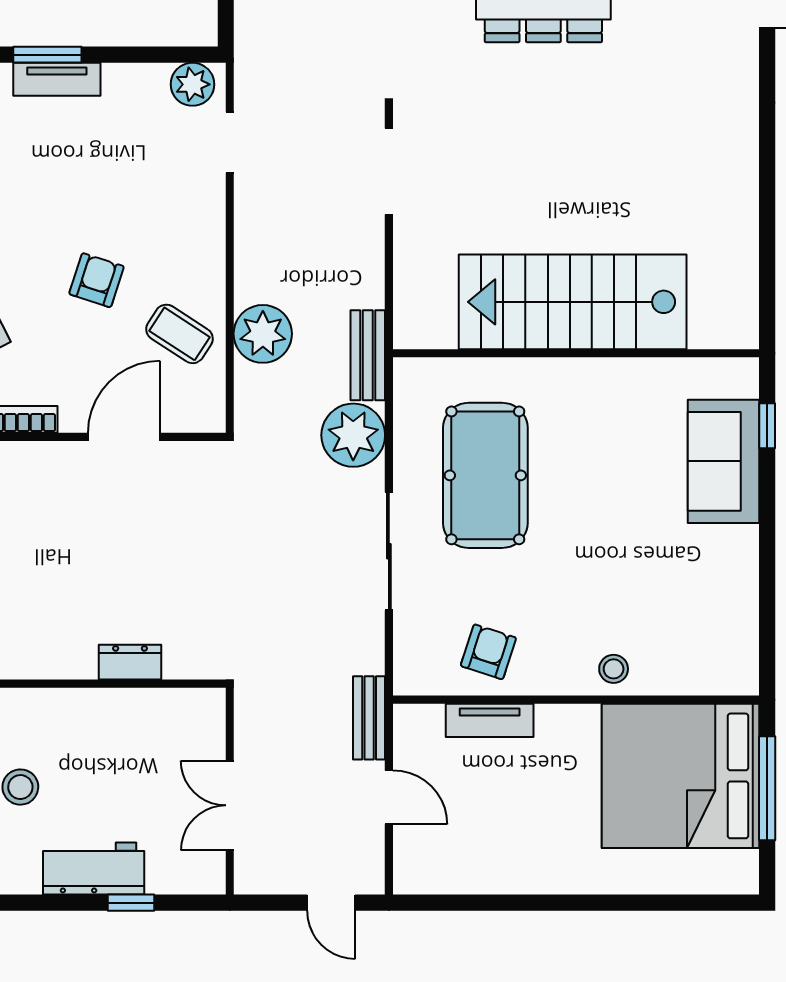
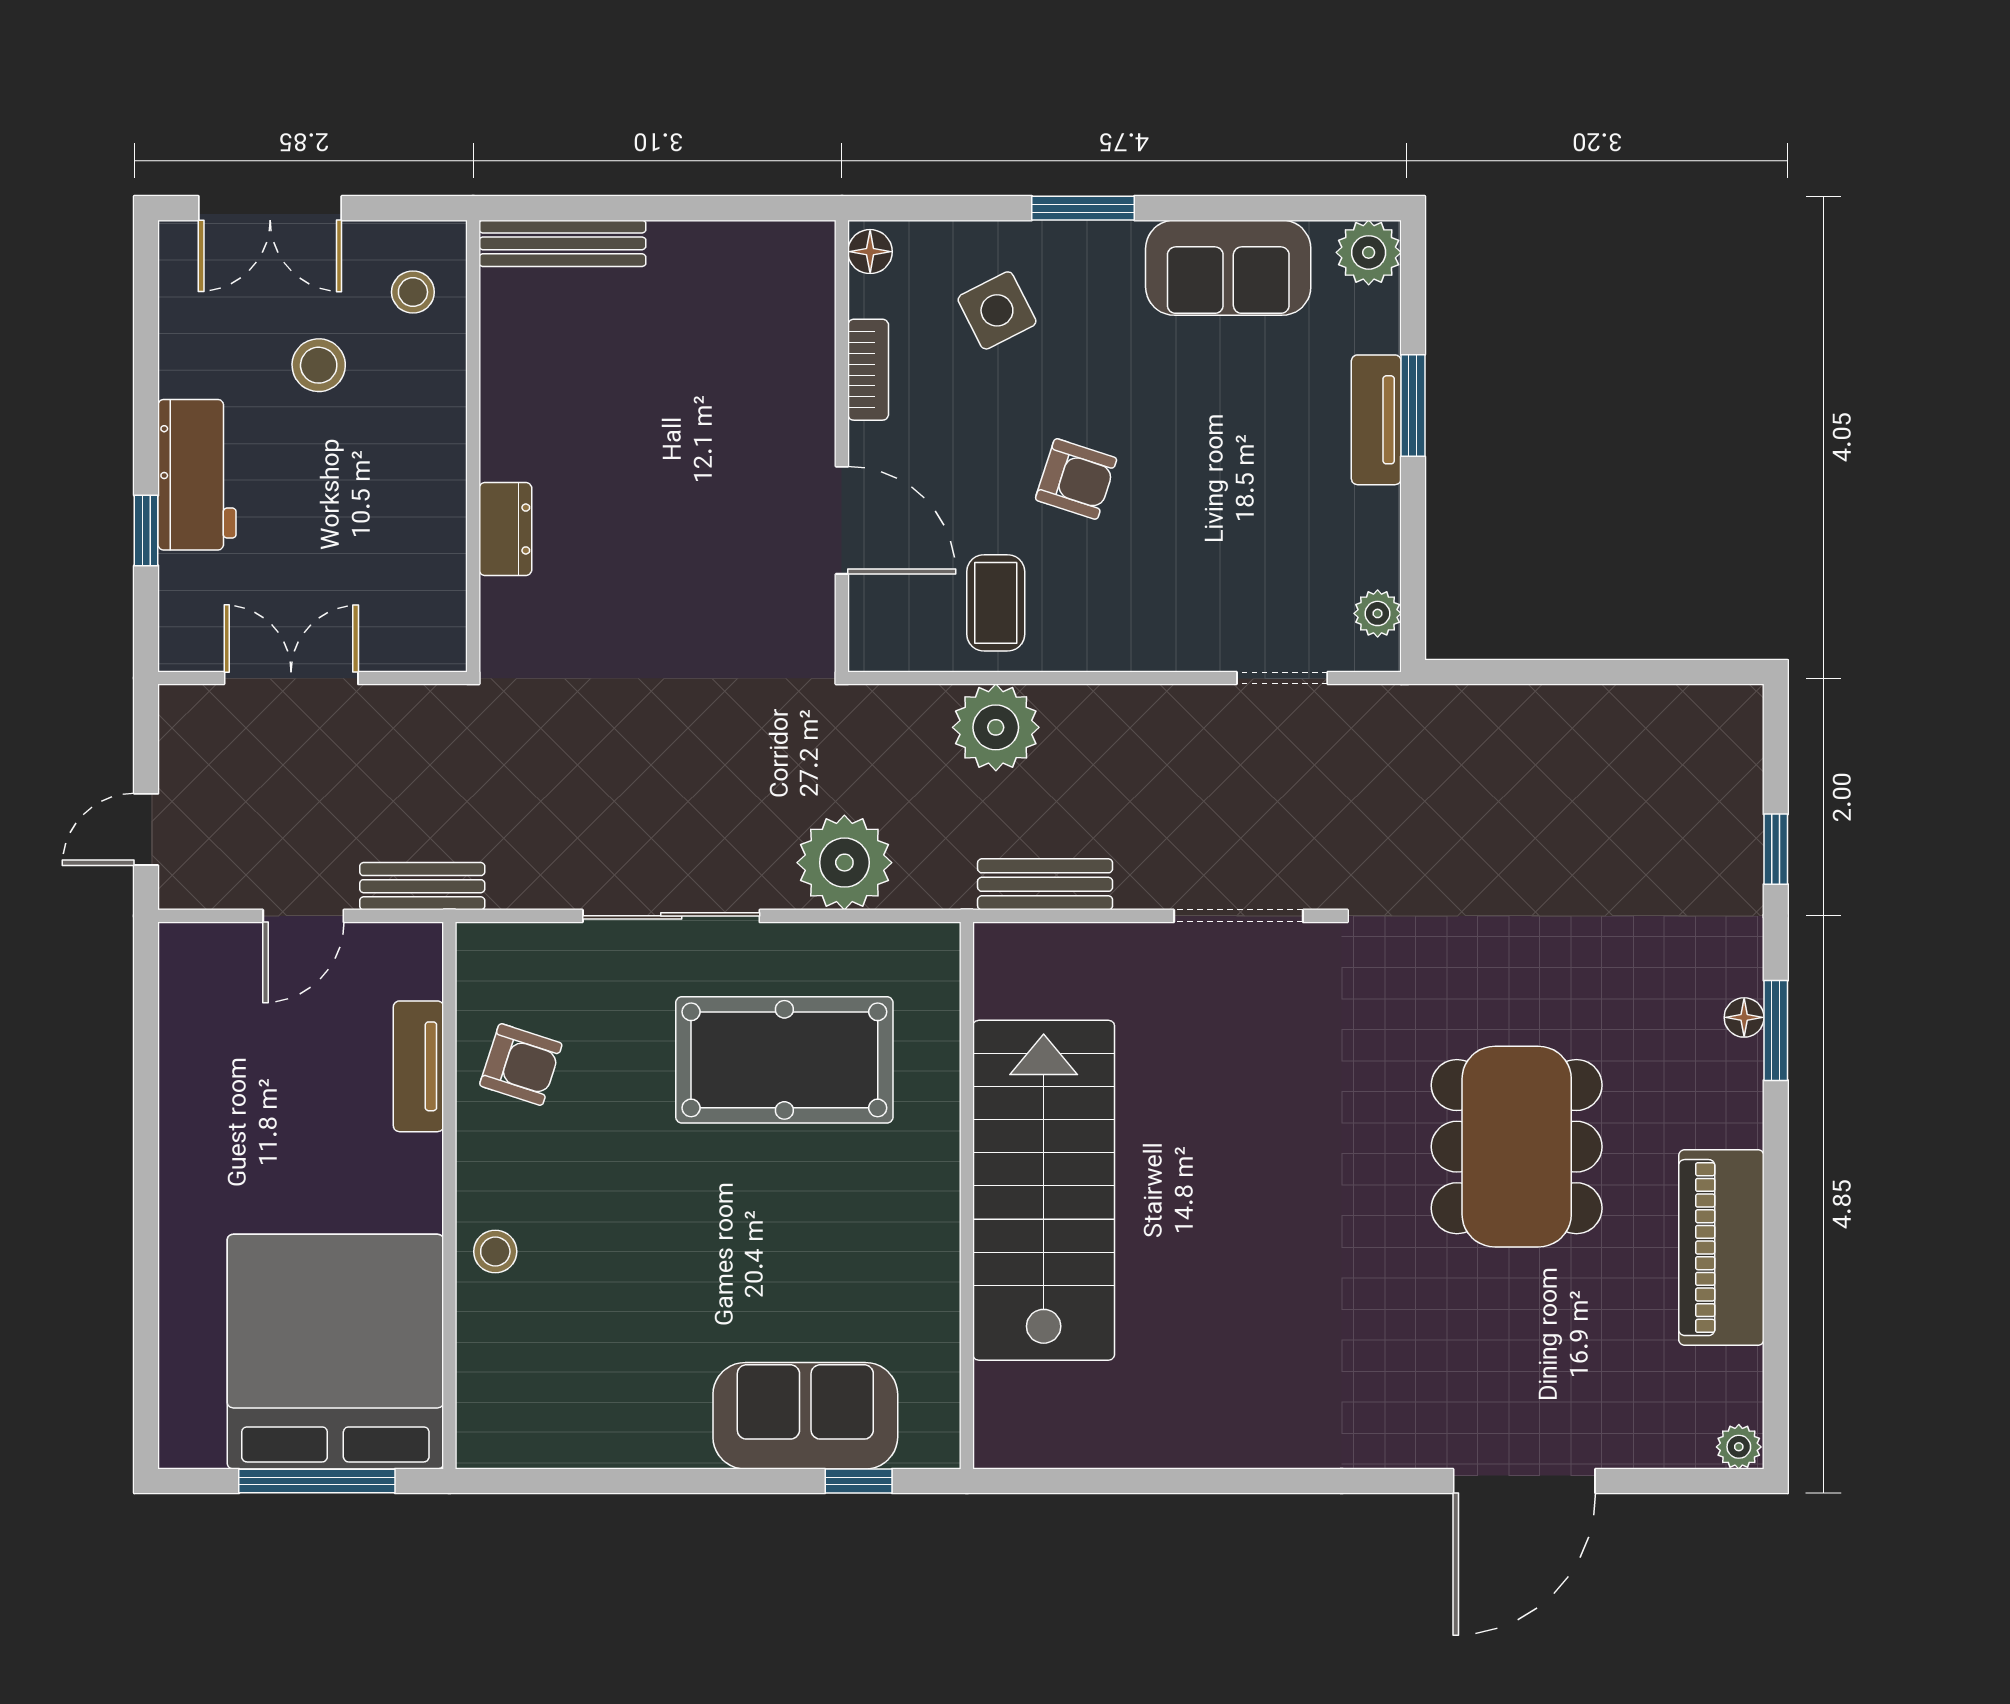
plant: (192, 84) -> (1378, 613), width x0.73, depth x0.73
coffee table: (179, 334) -> (996, 603), turned -33
bench: (368, 355) -> (1045, 884), moved

